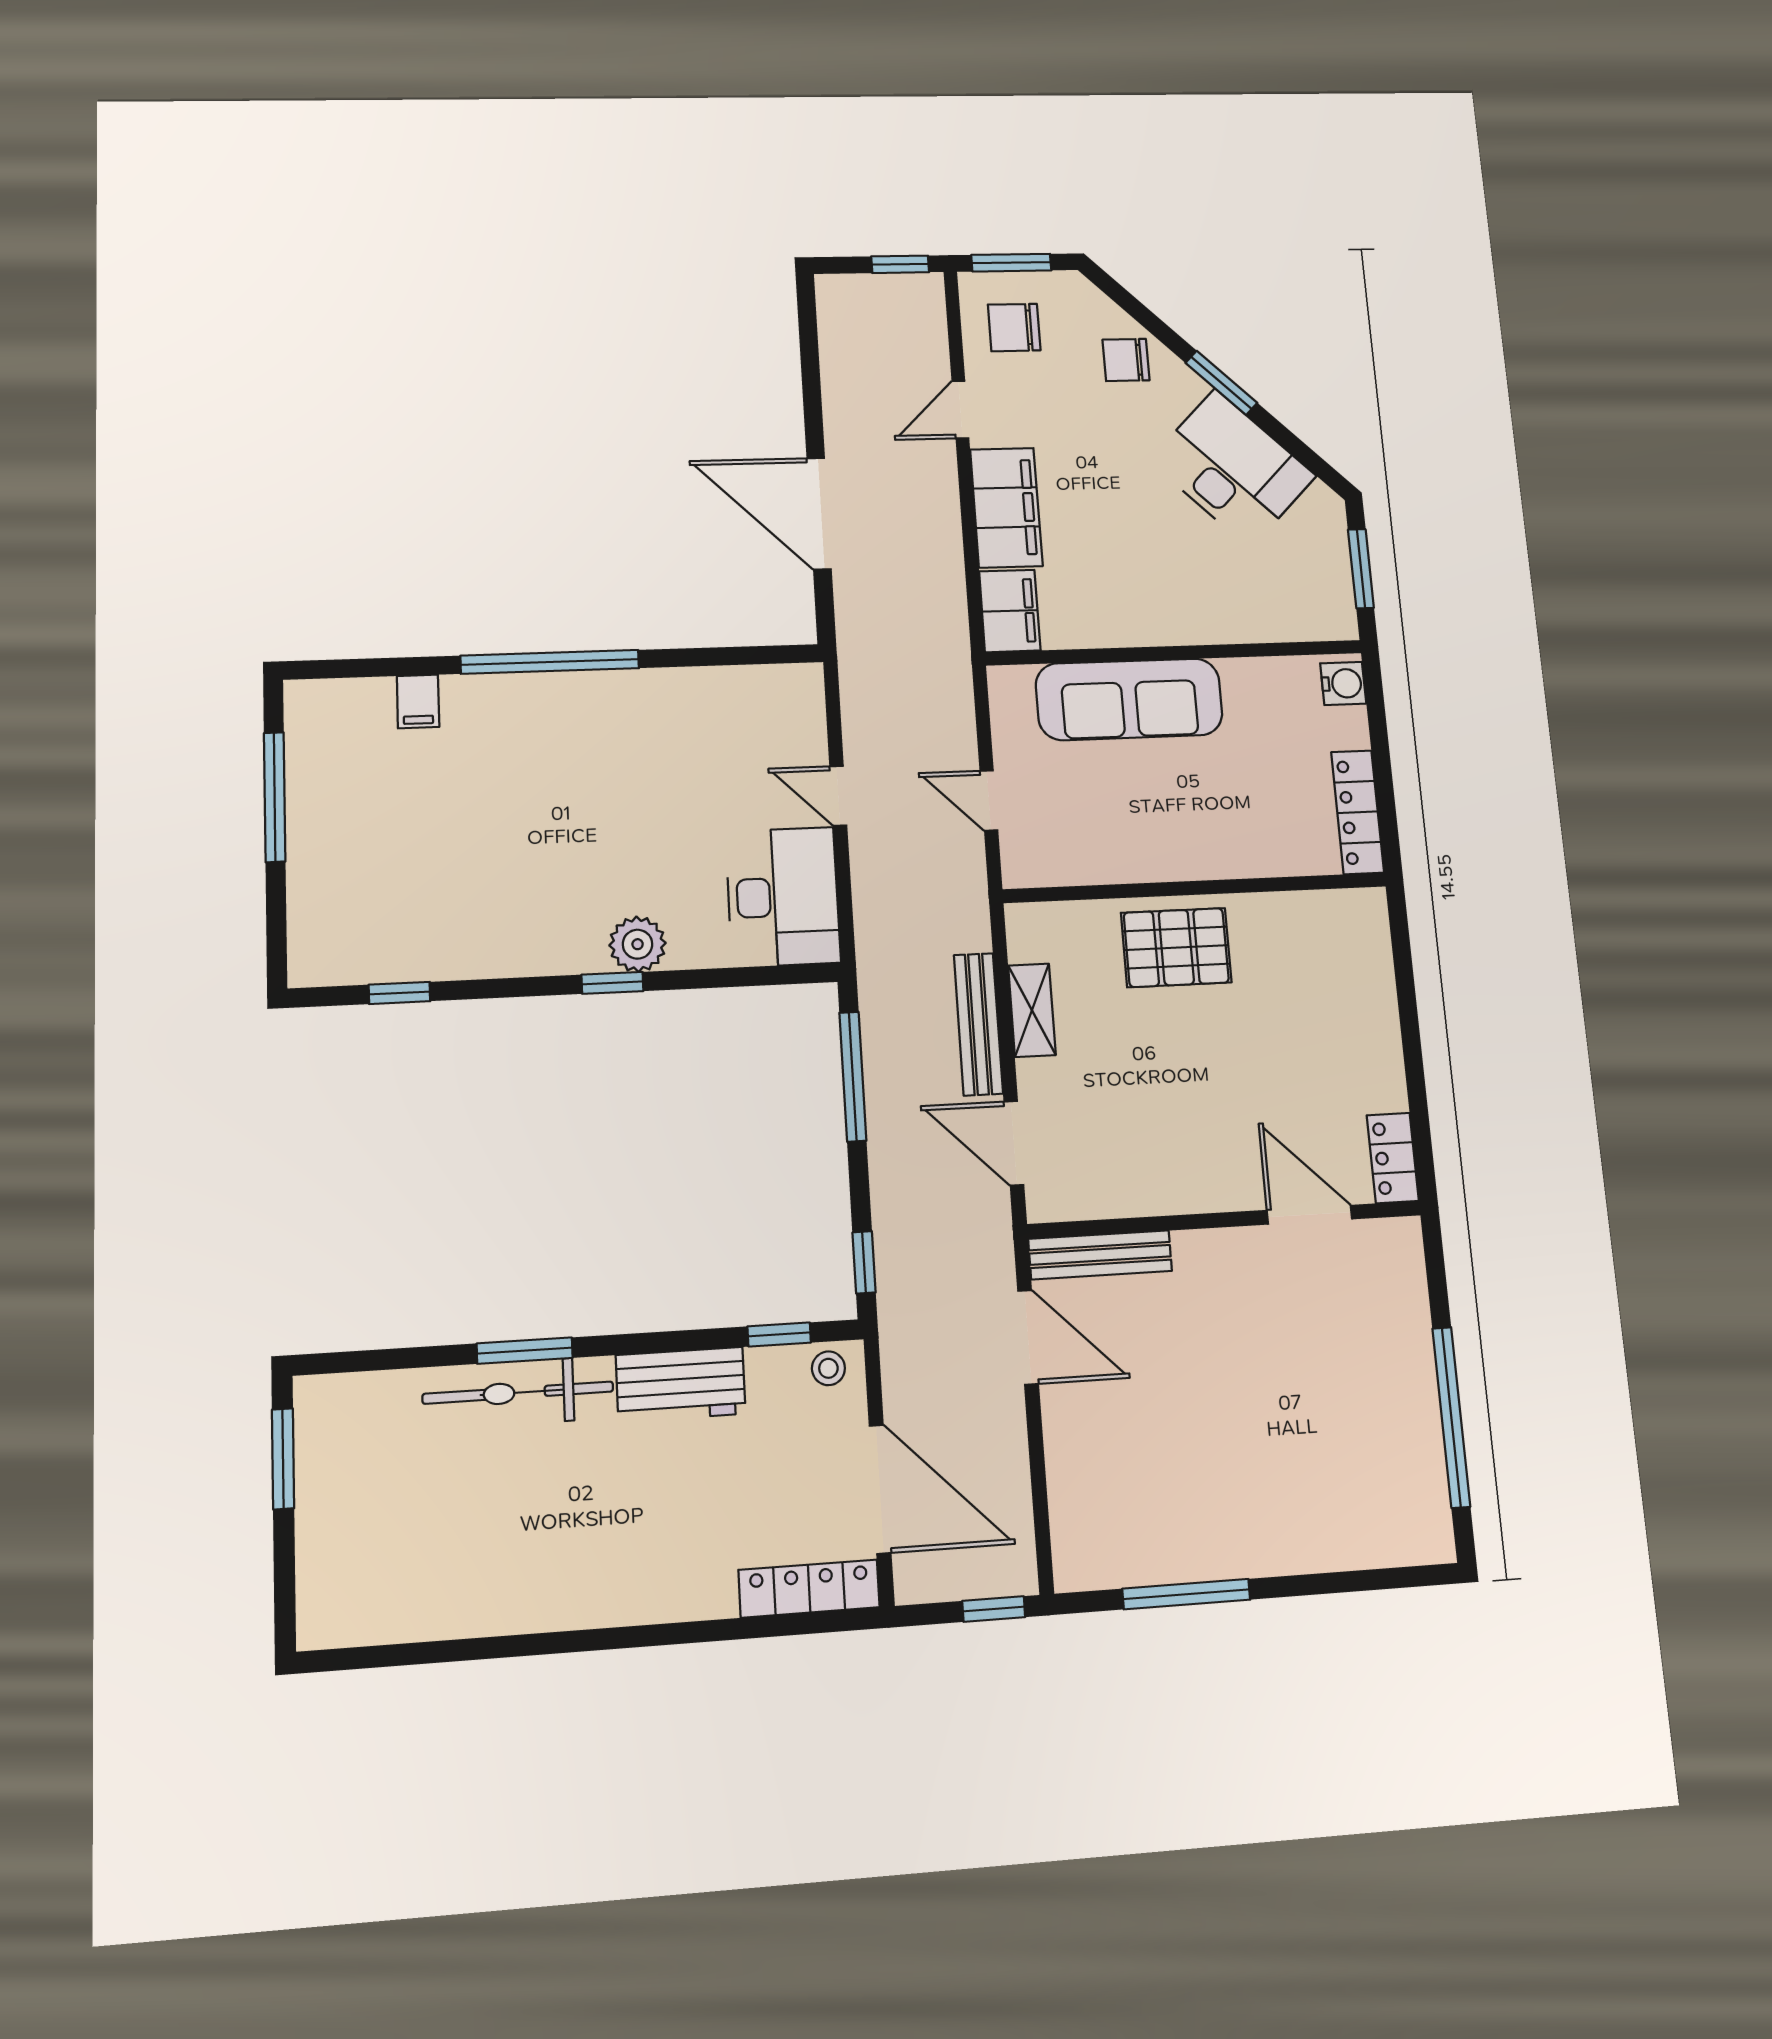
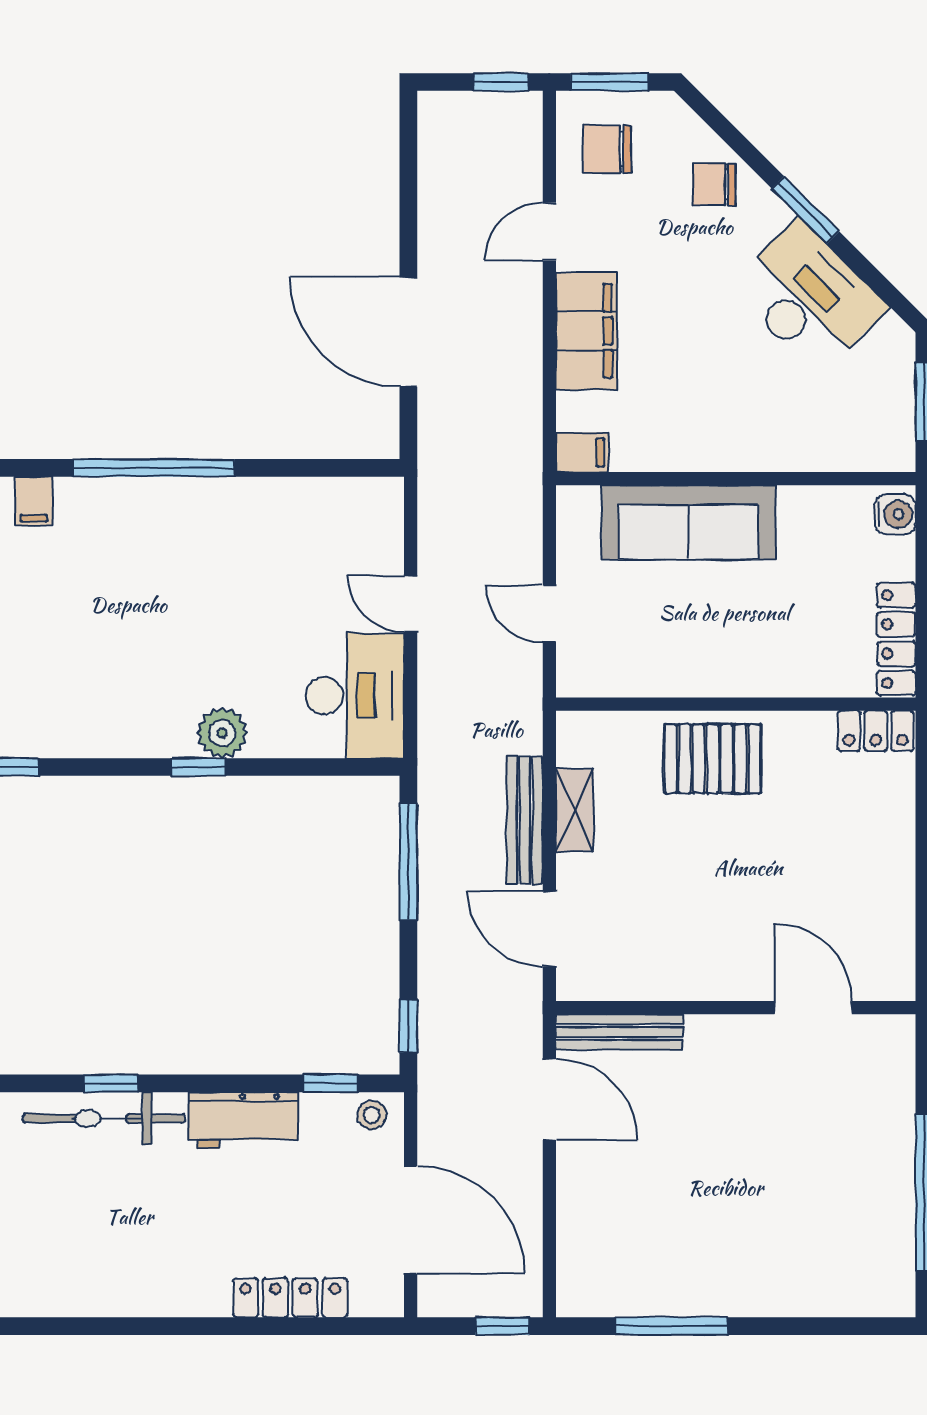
filing cabinet: (1010, 611) -> (582, 452), width x0.50
locker: (1393, 1158) -> (876, 731), moved, turned -90
window: (525, 1351) -> (111, 1083), width x0.67
locker: (809, 1589) -> (290, 1298), moved

